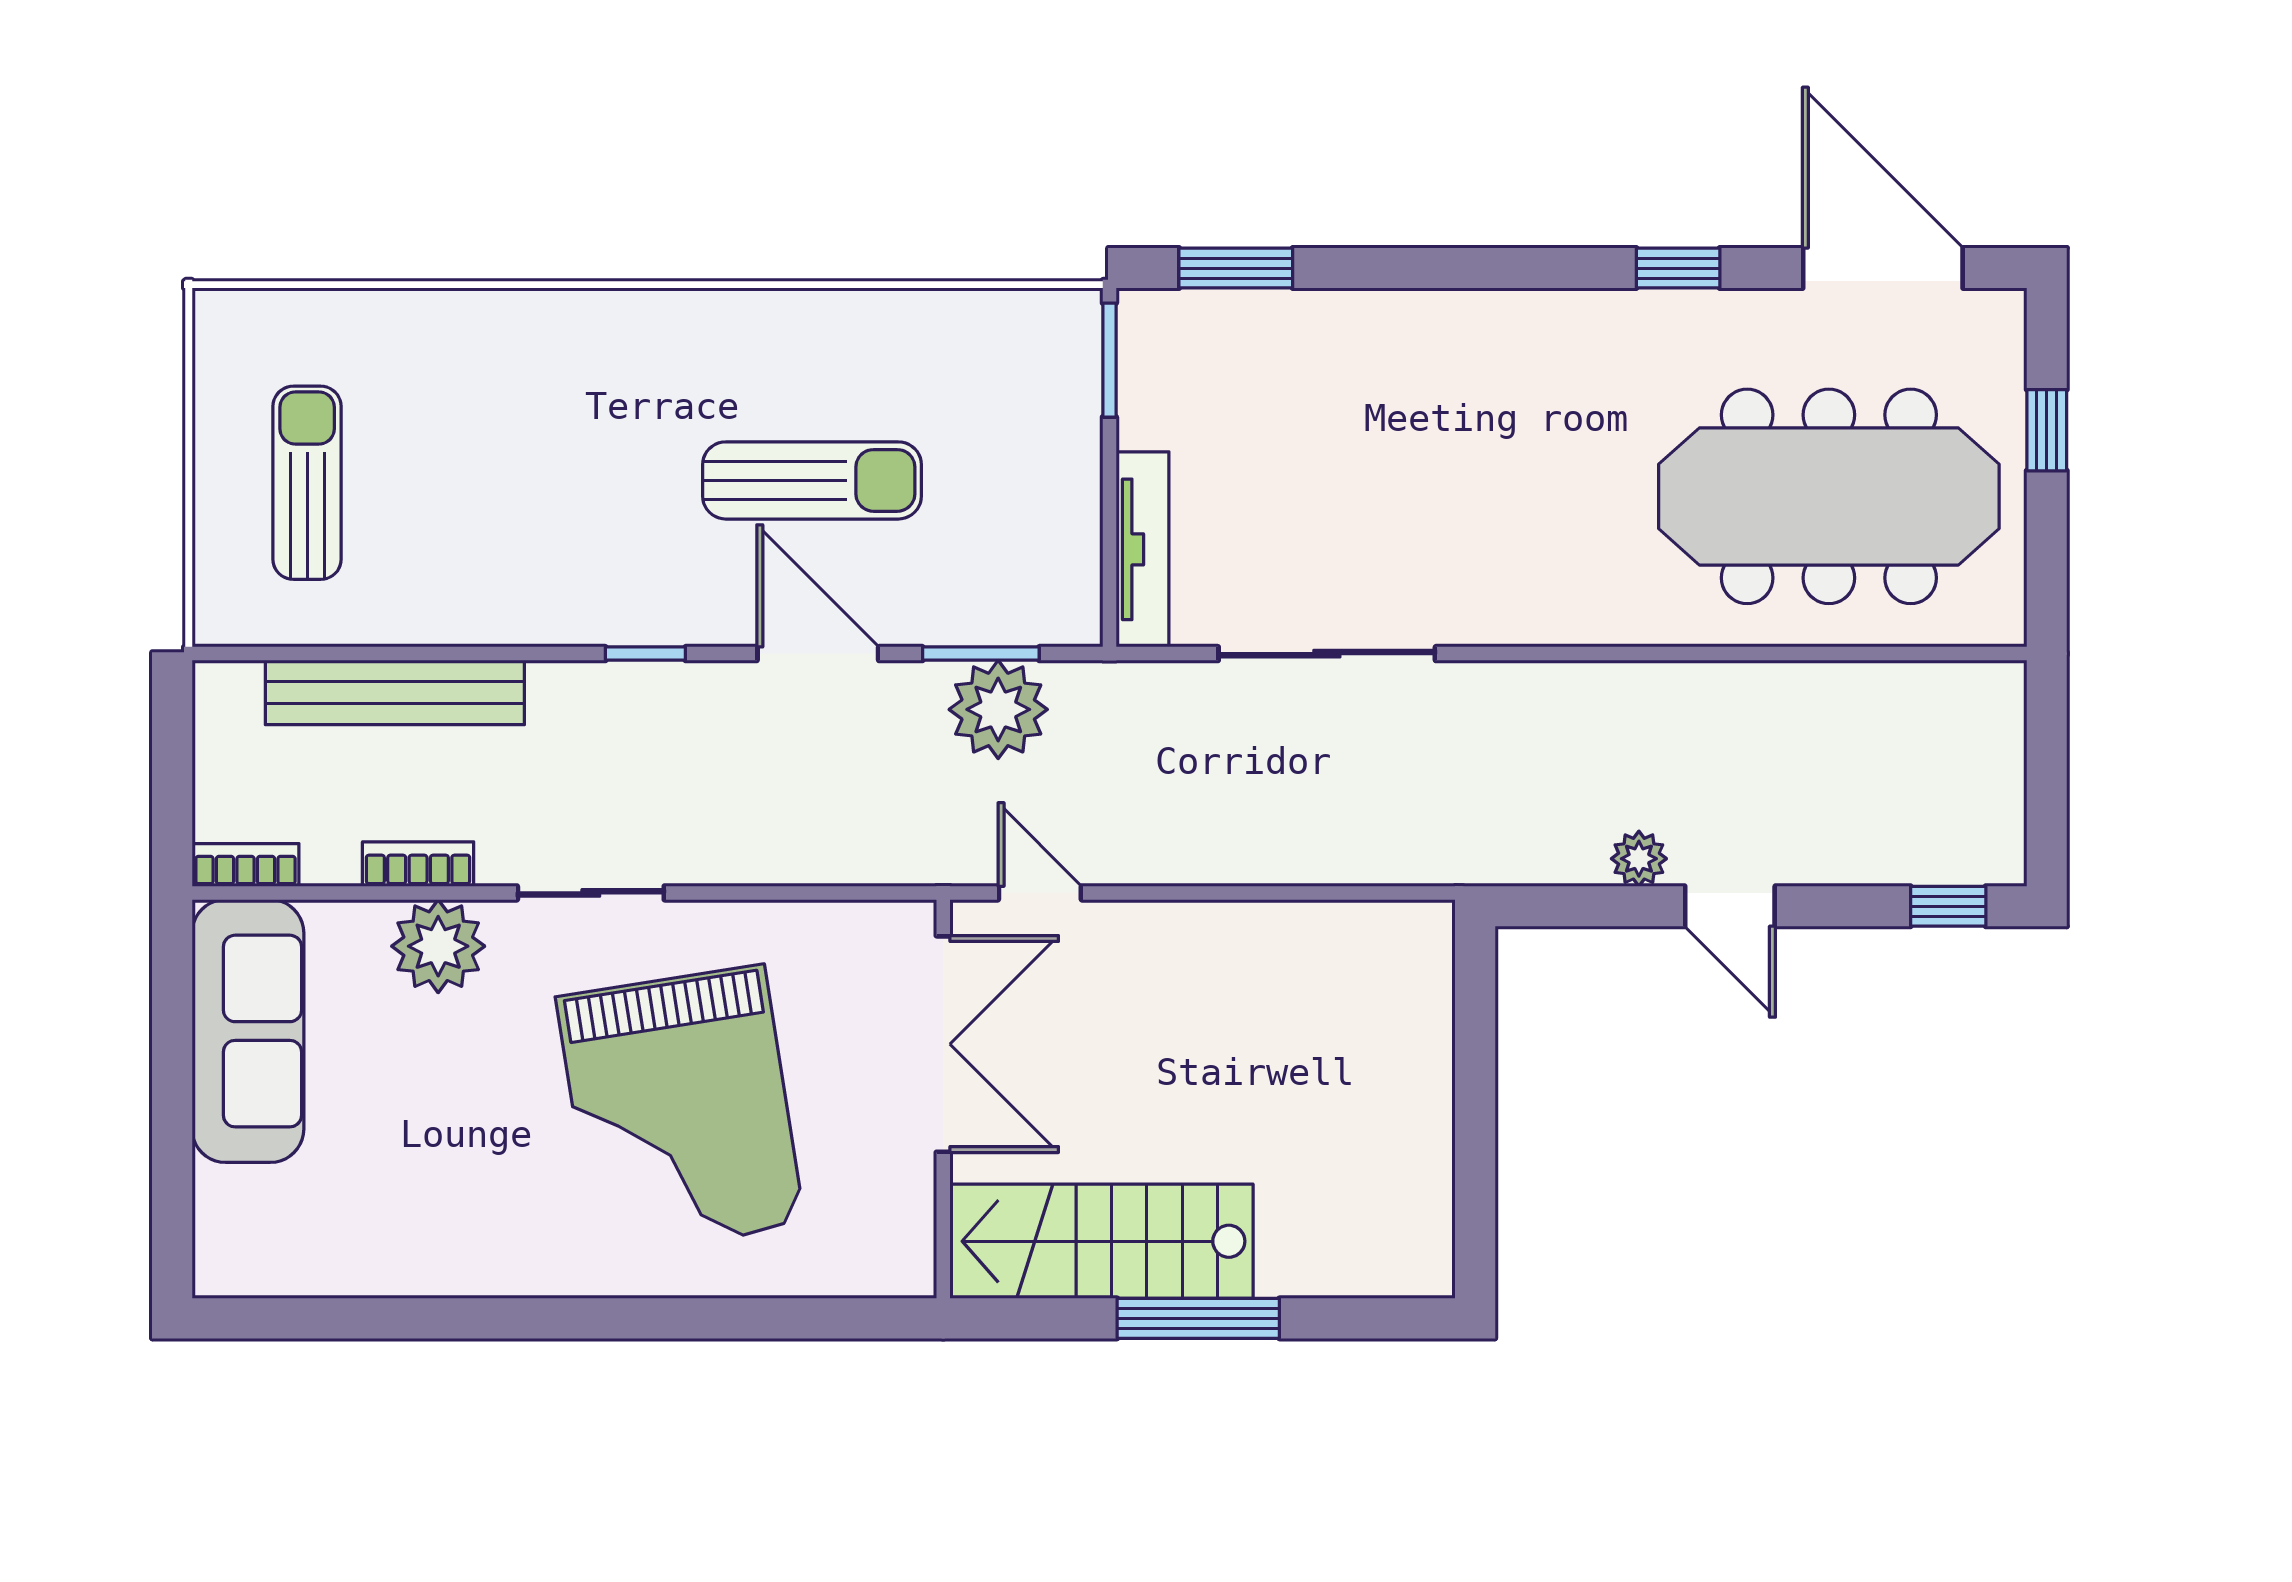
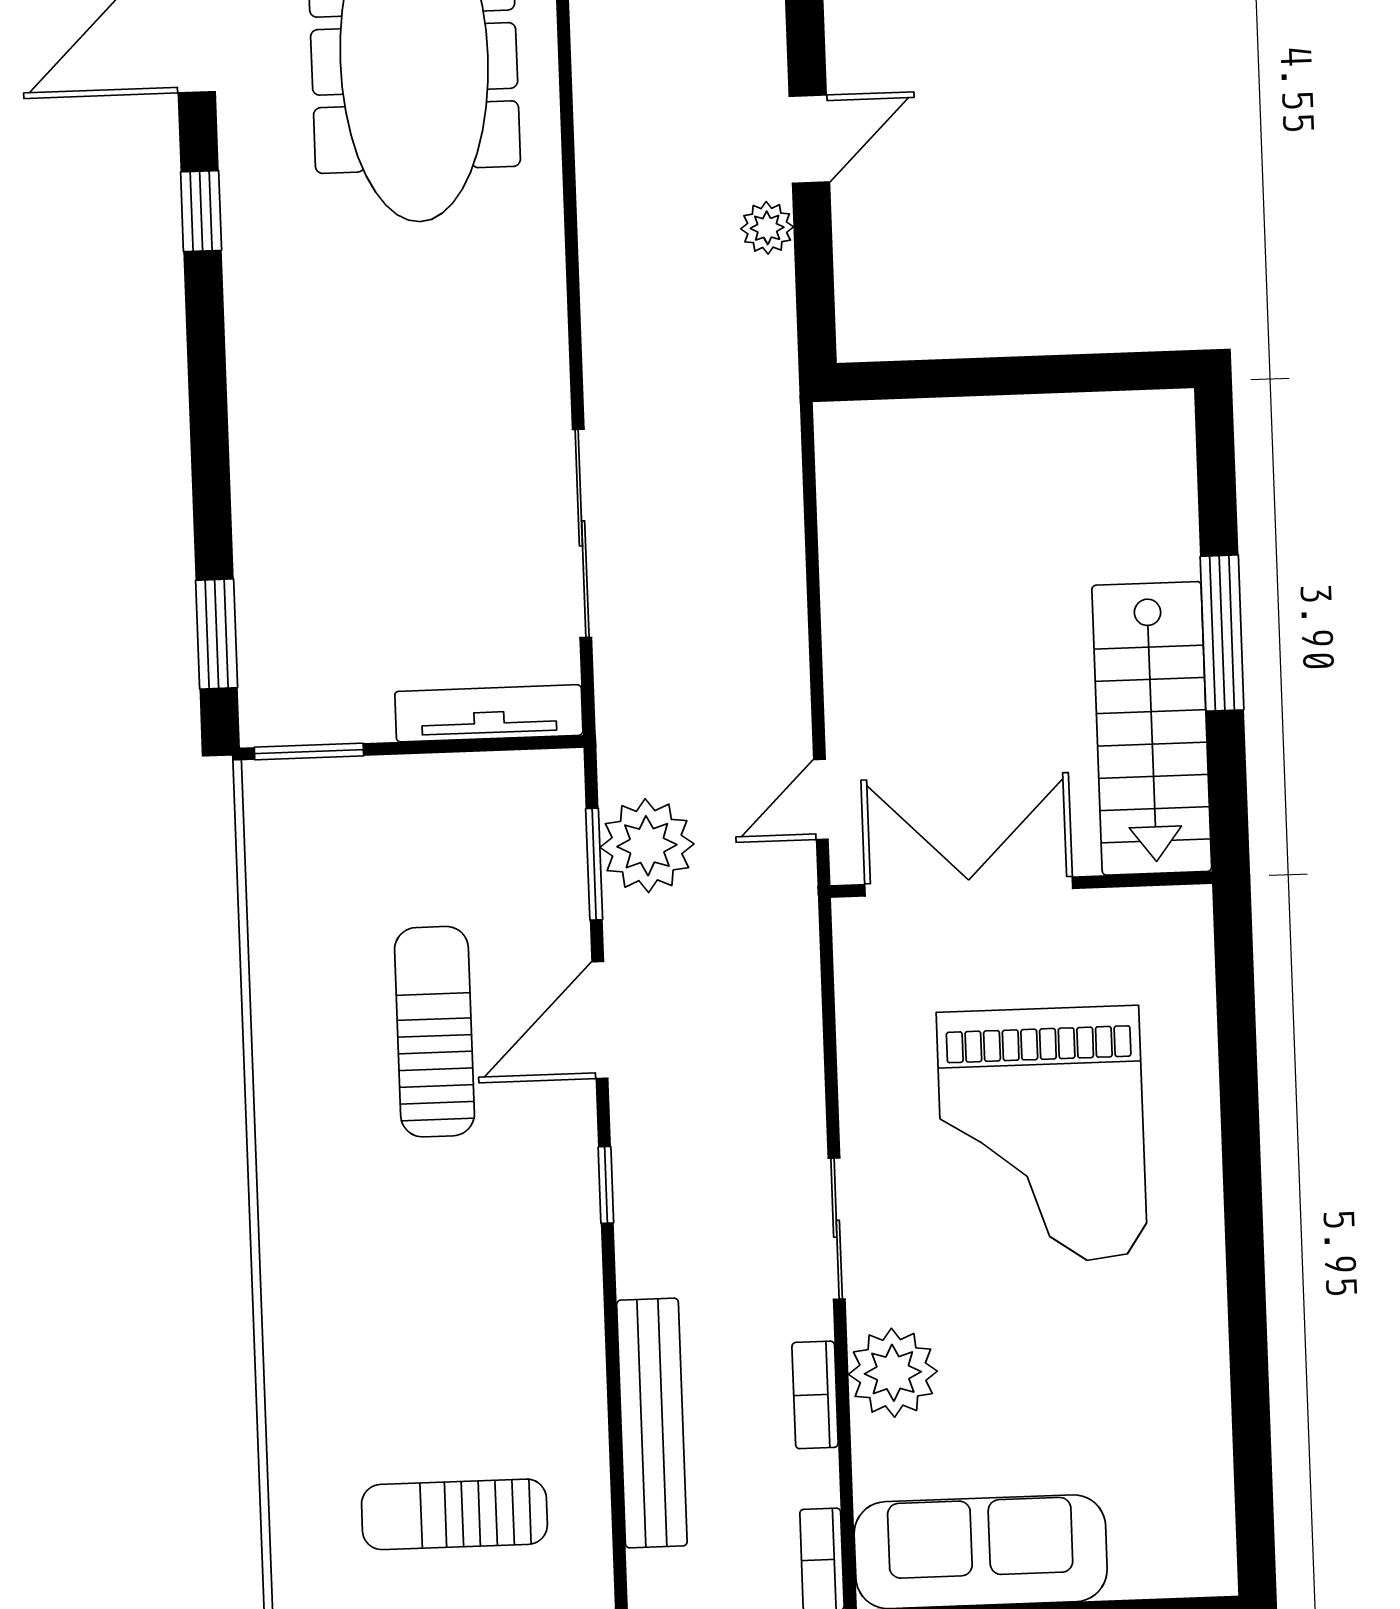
grand piano: (680, 1111) -> (1042, 1135), turned 99

